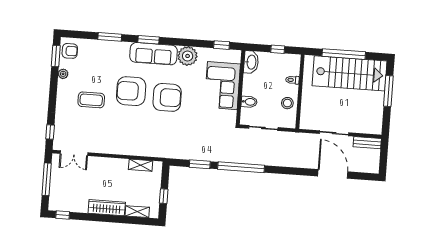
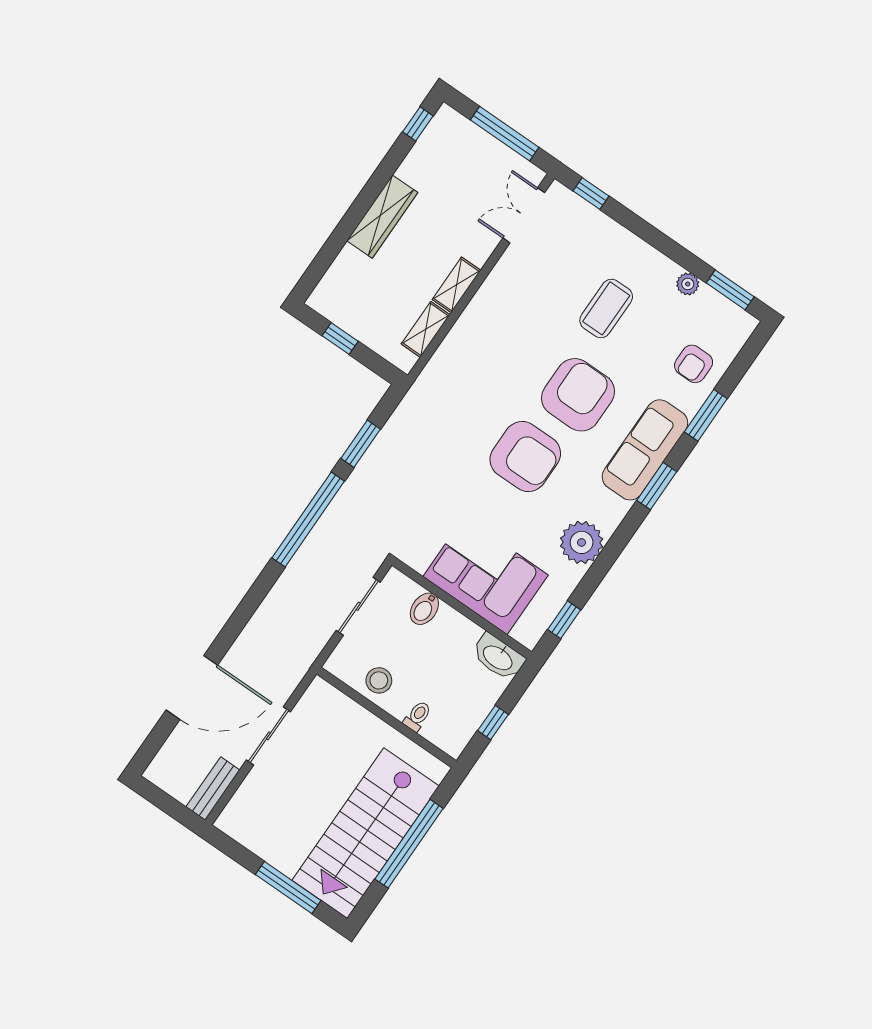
armchair: (70, 51) -> (694, 364), moved
sofa: (154, 54) -> (645, 450), moved
armchair: (167, 97) -> (525, 457), turned -90
shelving: (137, 212) -> (456, 285), moved

